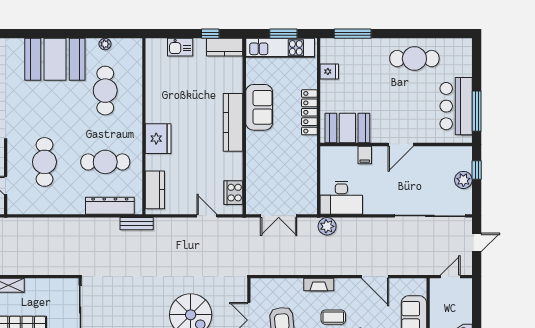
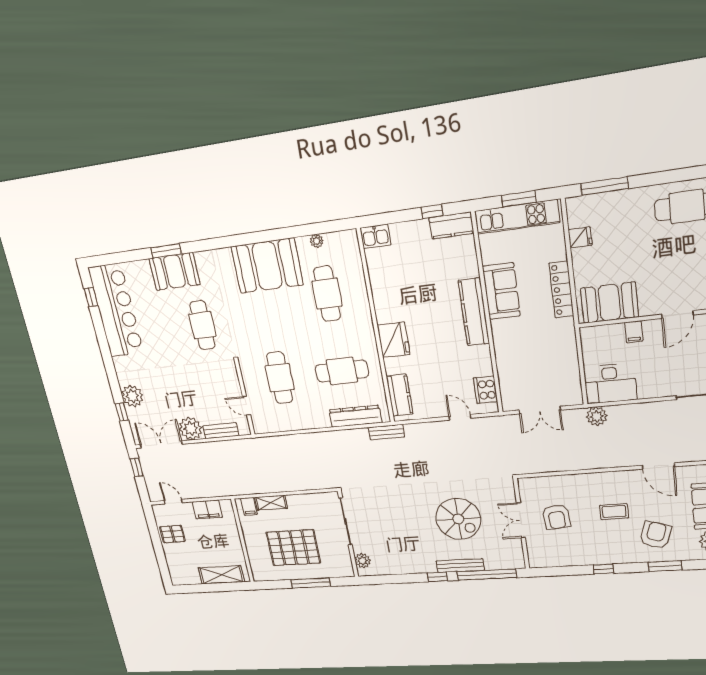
kitchen sink: (180, 47) -> (375, 236), moved
fireplace: (319, 285) -> (594, 479), removed

